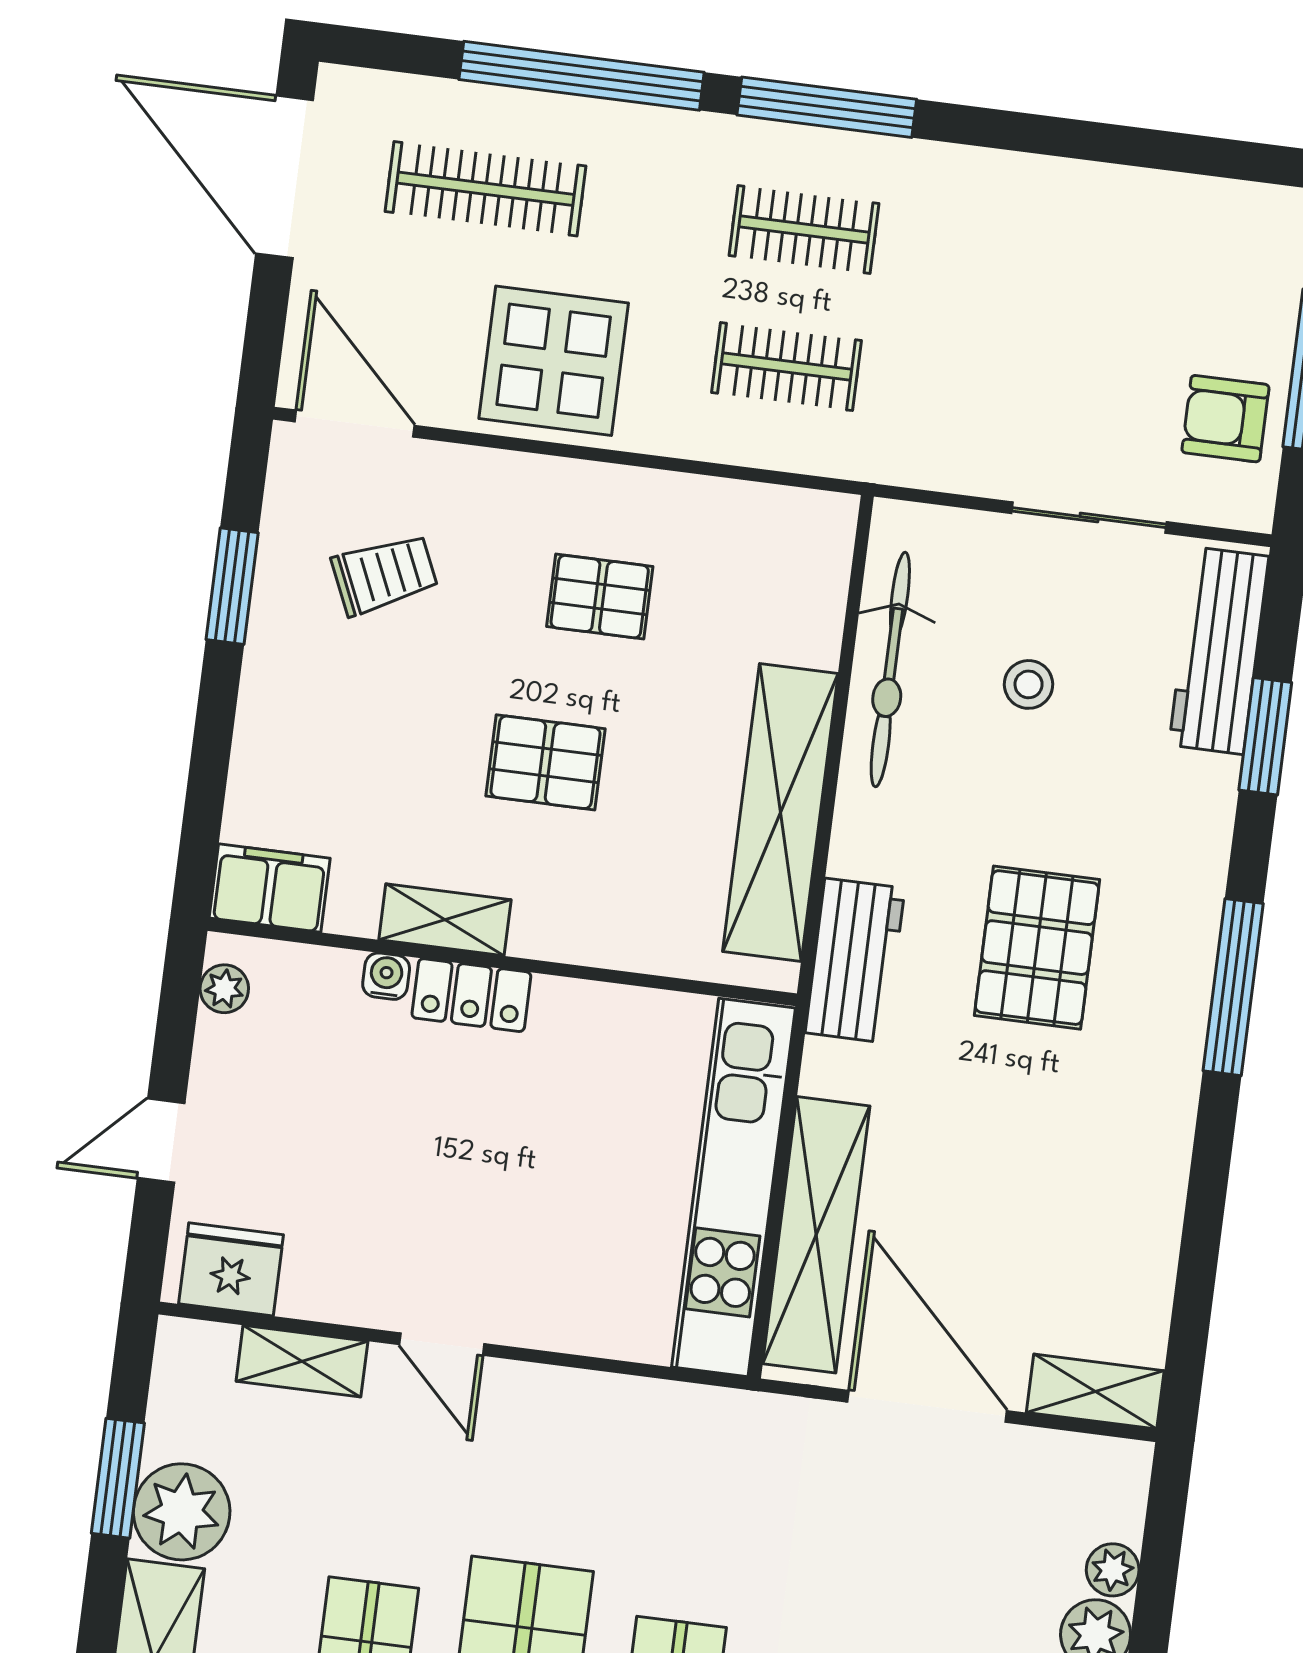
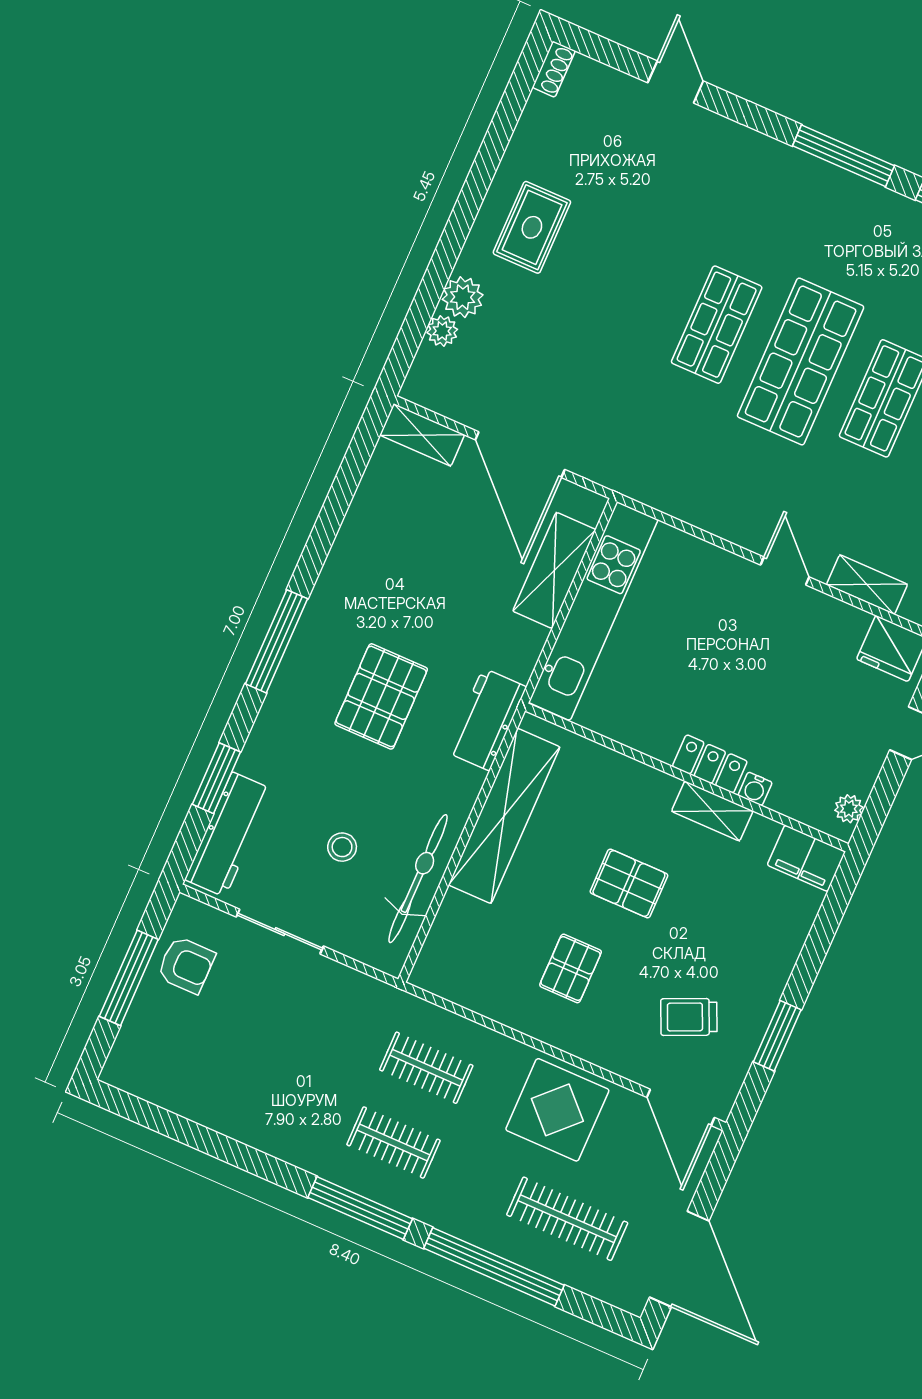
pallet: (600, 597) -> (571, 968), turned 90
shelving: (816, 1235) -> (554, 570), width x0.68

